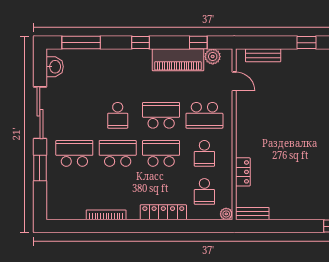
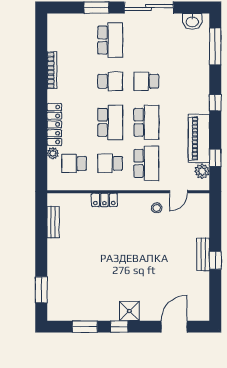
bench: (263, 55) -> (203, 254), moved
stool: (251, 104) -> (157, 208), added
school desk: (204, 115) -> (146, 163), turned 180
school desk: (118, 153) -> (110, 81), width x0.54
locker: (243, 172) -> (104, 200), moved
plant: (226, 214) -> (53, 153), moved
bench: (252, 214) -> (53, 222), moved

